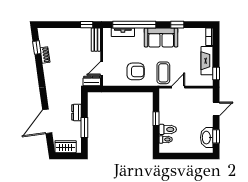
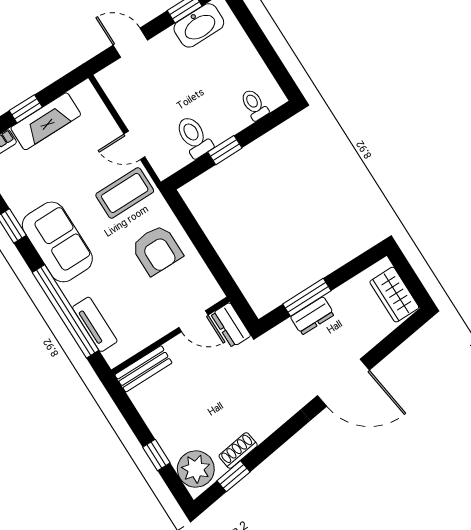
window: (87, 25) -> (156, 455), moved
plant: (48, 36) -> (196, 469), added
armchair: (136, 71) -> (157, 250), turned 180
window: (216, 73) -> (26, 109), moved
door: (47, 121) -> (343, 383), moved
window: (84, 128) -> (307, 297), moved
toilet: (168, 129) -> (194, 137), moved

